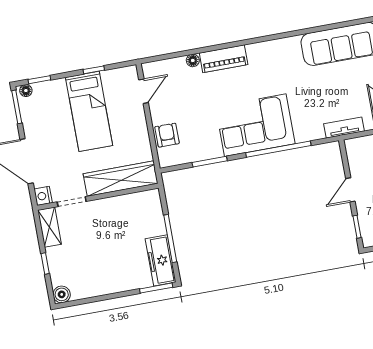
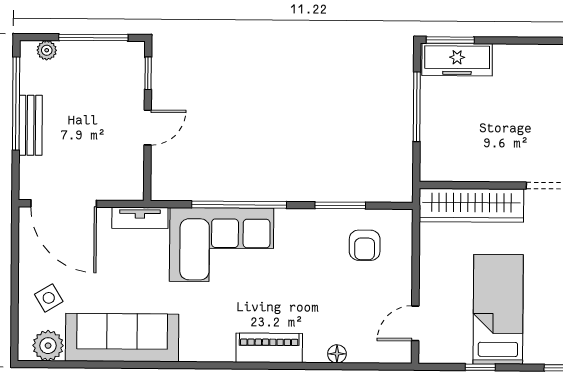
piano: (224, 59) -> (269, 348), moved
corner sofa: (255, 125) -> (222, 245), moved
armchair: (167, 135) -> (365, 245), moved
freezer: (161, 260) -> (457, 60), moved, turned 90

